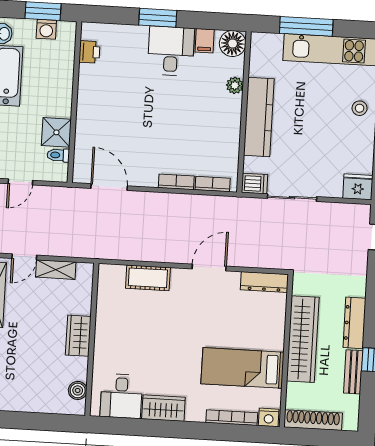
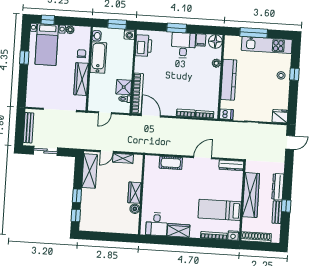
washing machine: (46, 29) -> (129, 34), moved
printer: (89, 52) -> (144, 46), width x1.87, depth x1.48
bookcase: (83, 144) -> (137, 93), added
boiler: (78, 390) -> (135, 209), moved

